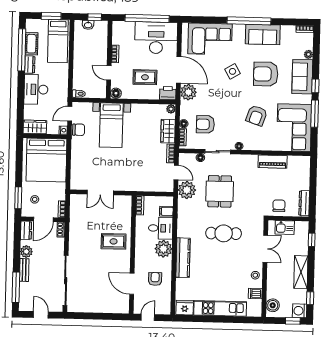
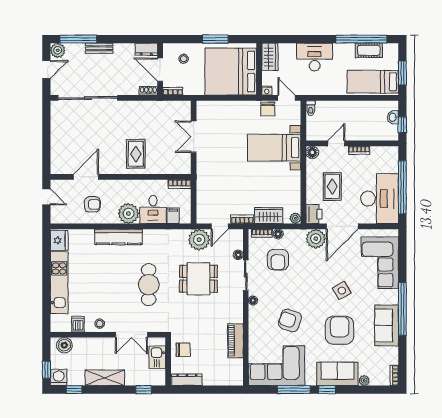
dresser: (30, 65) -> (344, 49), removed
armchair: (205, 124) -> (278, 260), turned 180
window: (18, 198) -> (215, 39), moved
plant: (26, 252) -> (58, 50), moved

